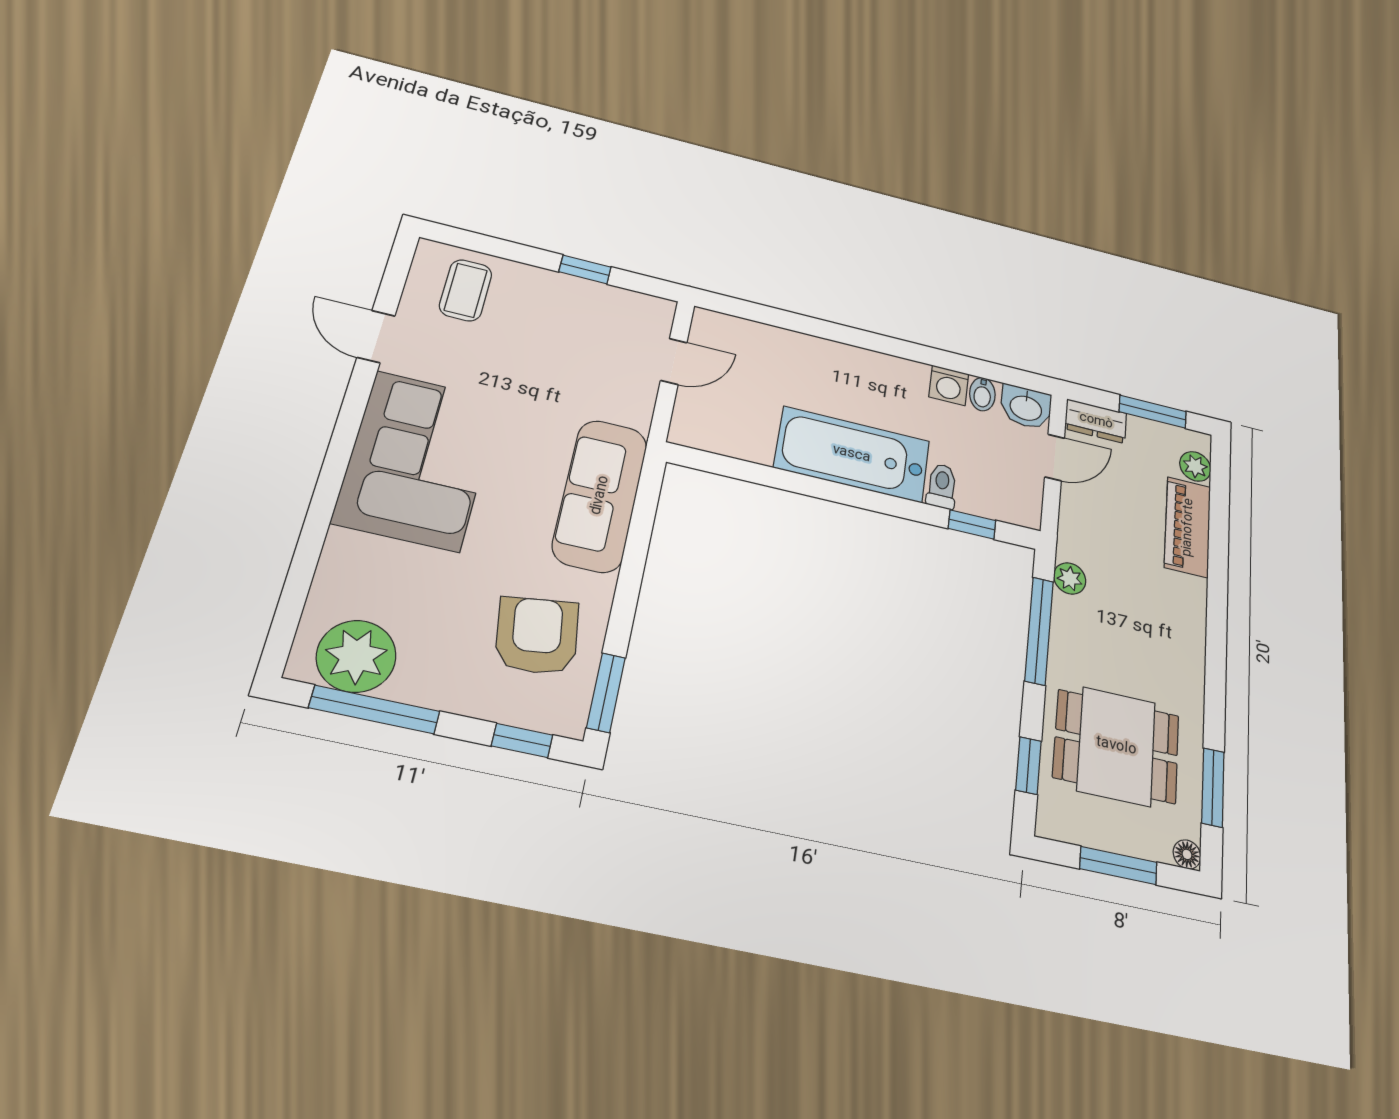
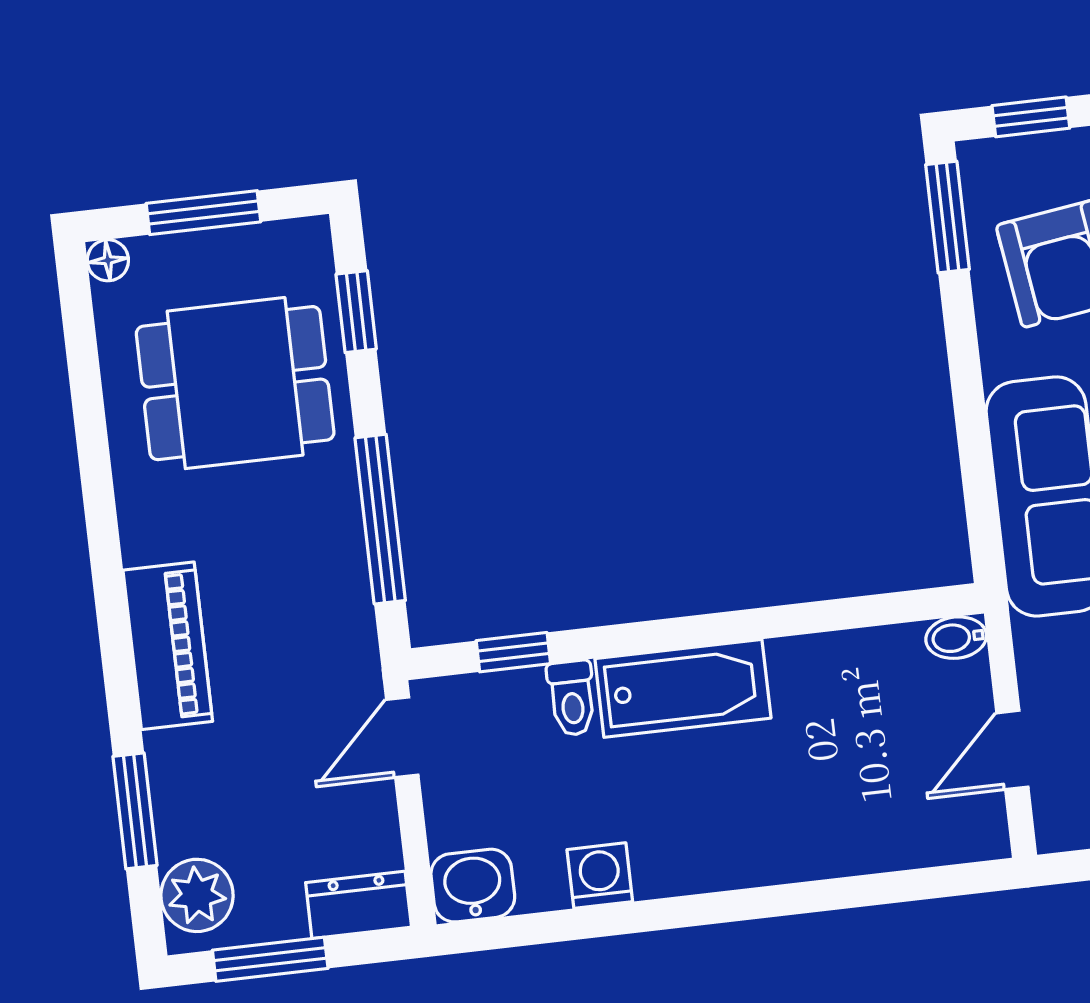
bidet: (982, 394) -> (956, 638), moved, turned -90
bathtub: (852, 454) -> (683, 688), width x0.73, depth x0.73
door: (1055, 457) -> (402, 737), moved
plant: (1195, 466) -> (197, 895), width x1.38, depth x1.38
piano: (1188, 527) -> (168, 646), moved
plant: (1070, 578) -> (350, 619), removed
window: (1213, 787) -> (135, 811), moved

